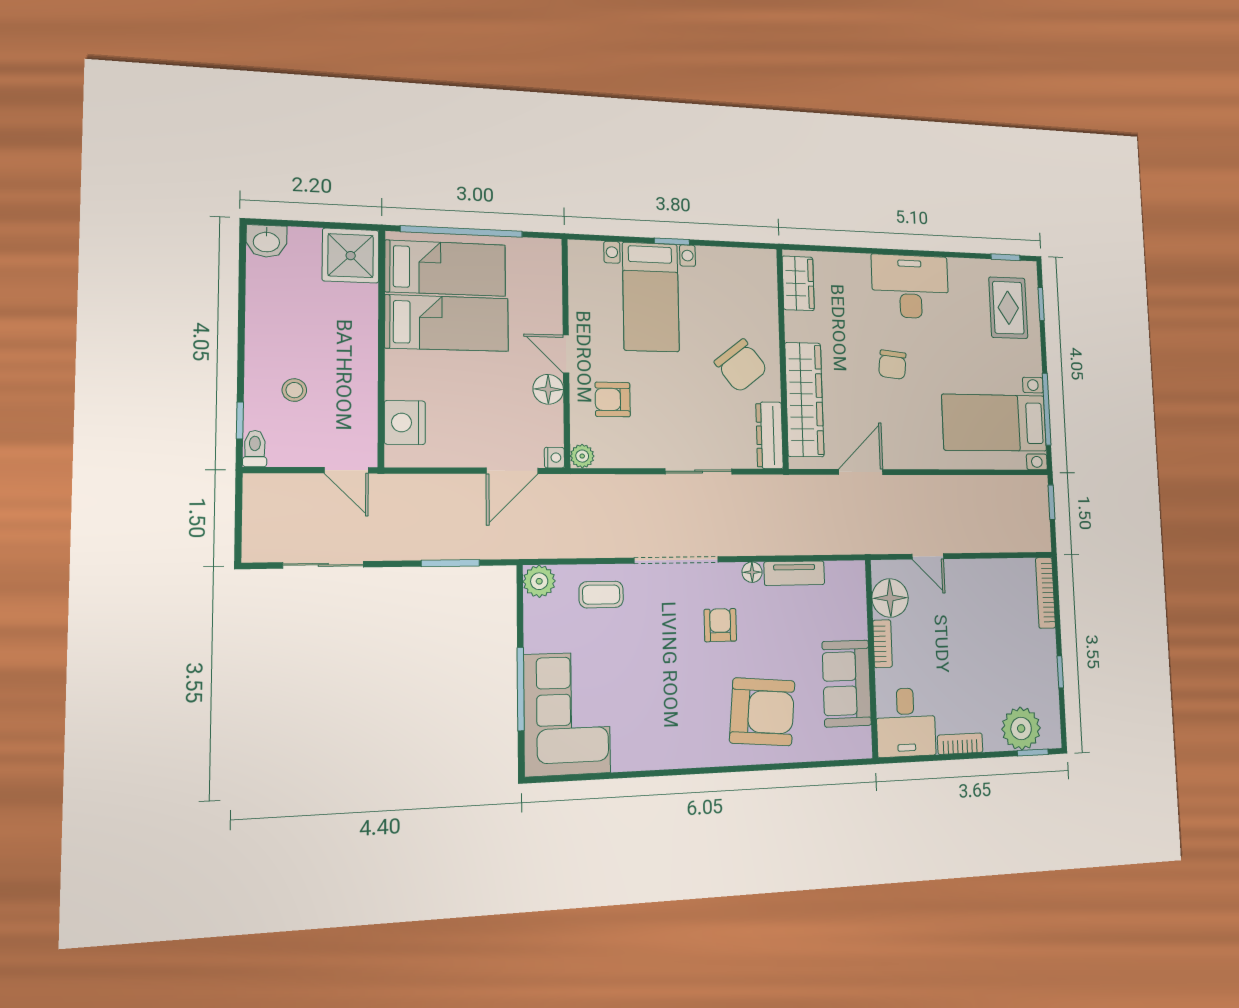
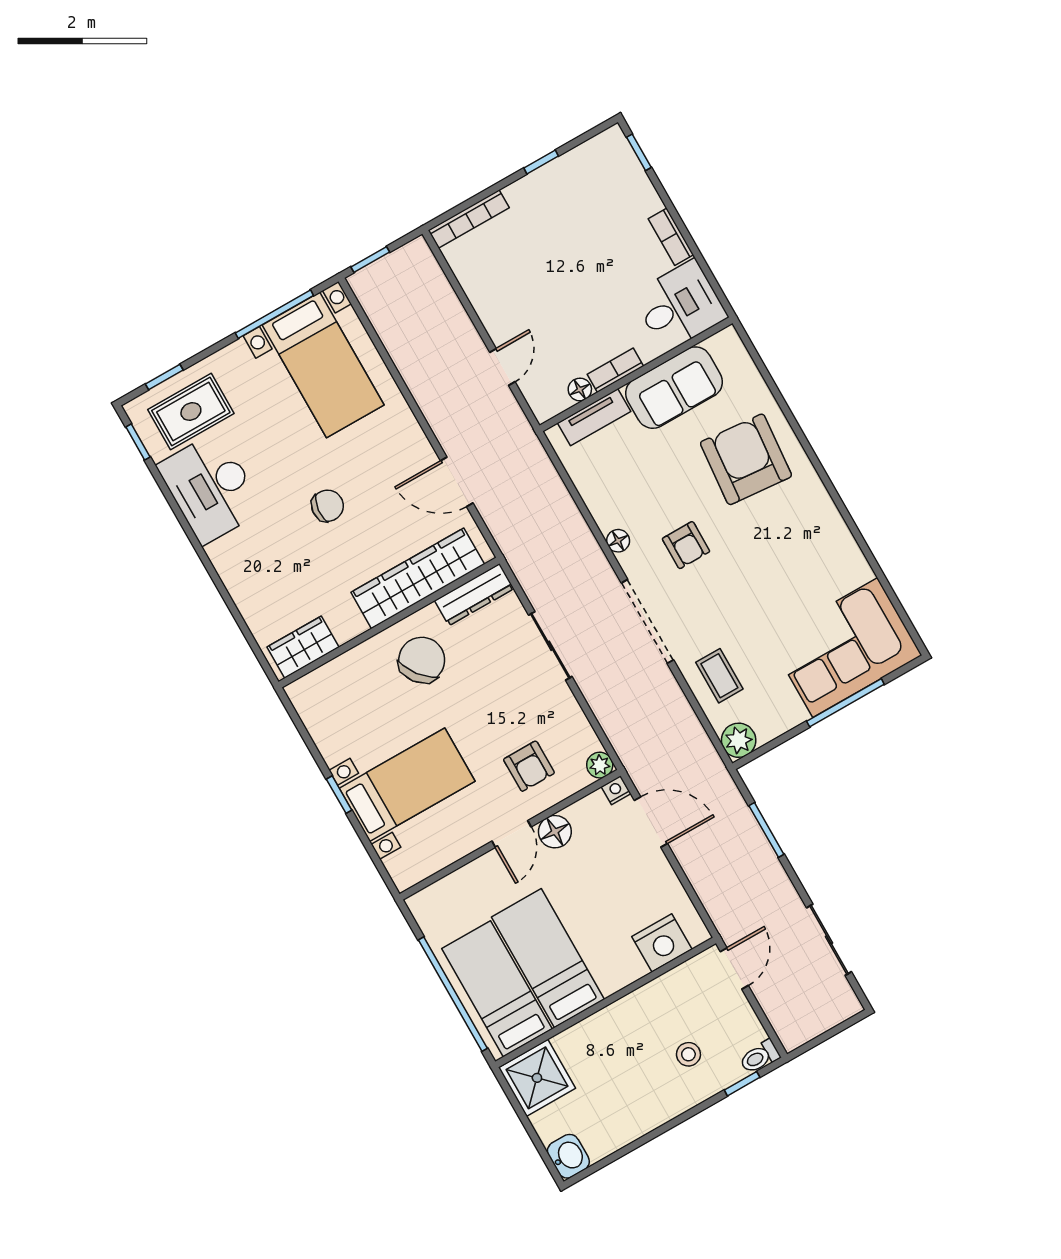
desk: (910, 287) -> (210, 488), moved
tv unit: (794, 573) -> (594, 417), moved, turned 90
floor lamp: (890, 598) -> (580, 389), width x0.53, depth x0.53
armchair: (720, 625) -> (686, 545), turned -90
plant: (1021, 729) -> (621, 177), removed

